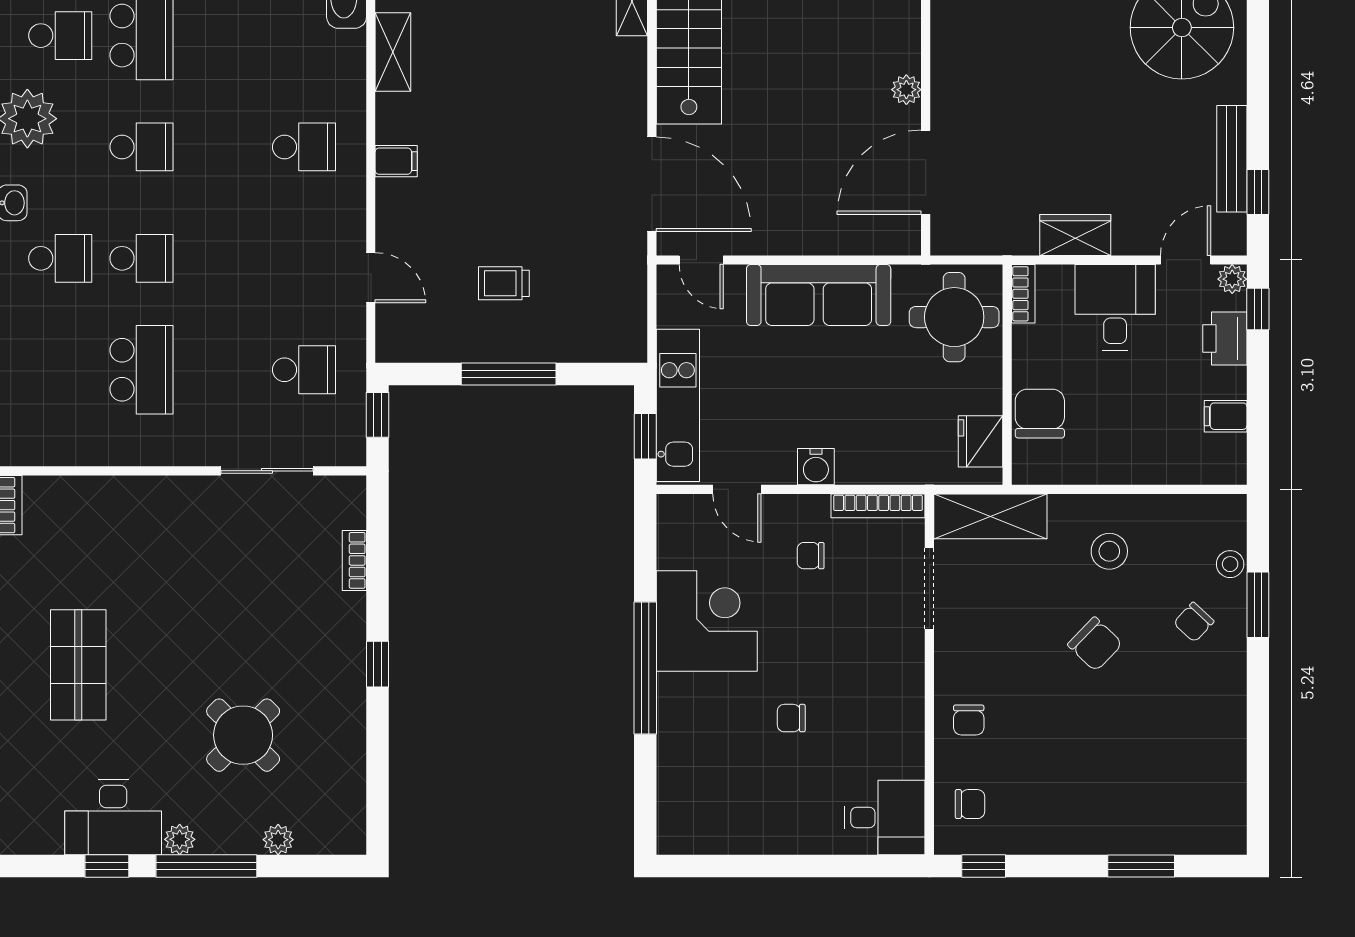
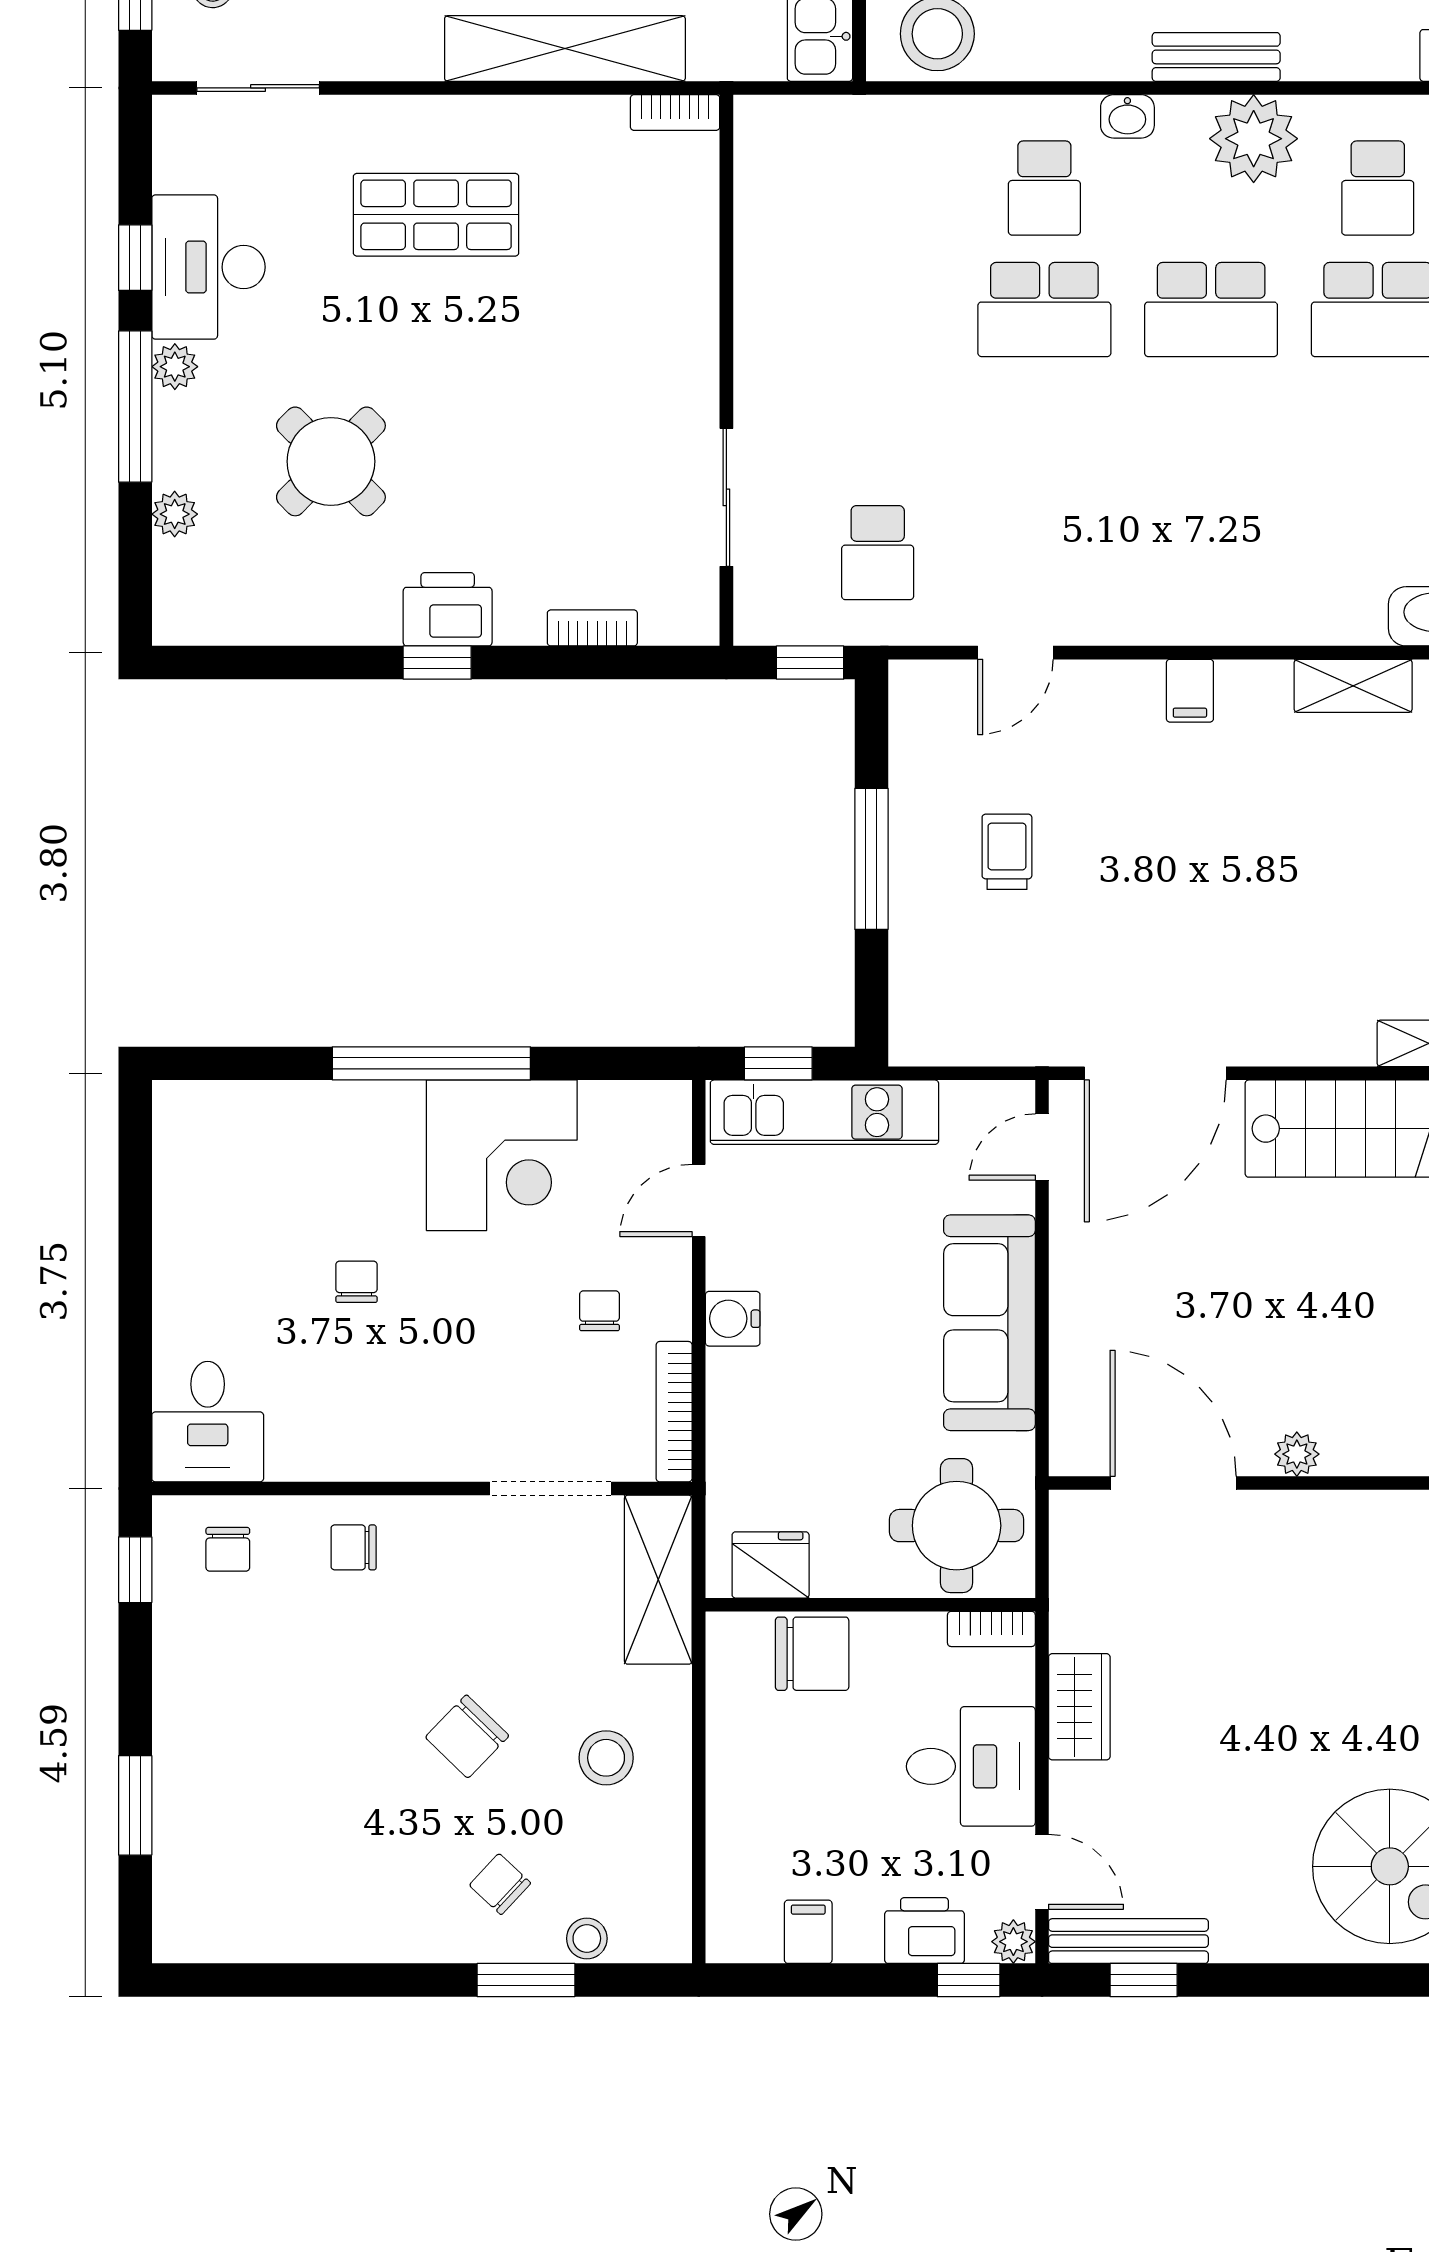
school desk: (142, 147) -> (1211, 310), width x1.85
school desk: (304, 147) -> (1211, 553), removed
bench: (1232, 159) -> (1128, 1941), moved
school desk: (142, 258) -> (1044, 310), width x1.85
school desk: (142, 370) -> (878, 310), removed
printer: (342, 657) -> (448, 609), added

